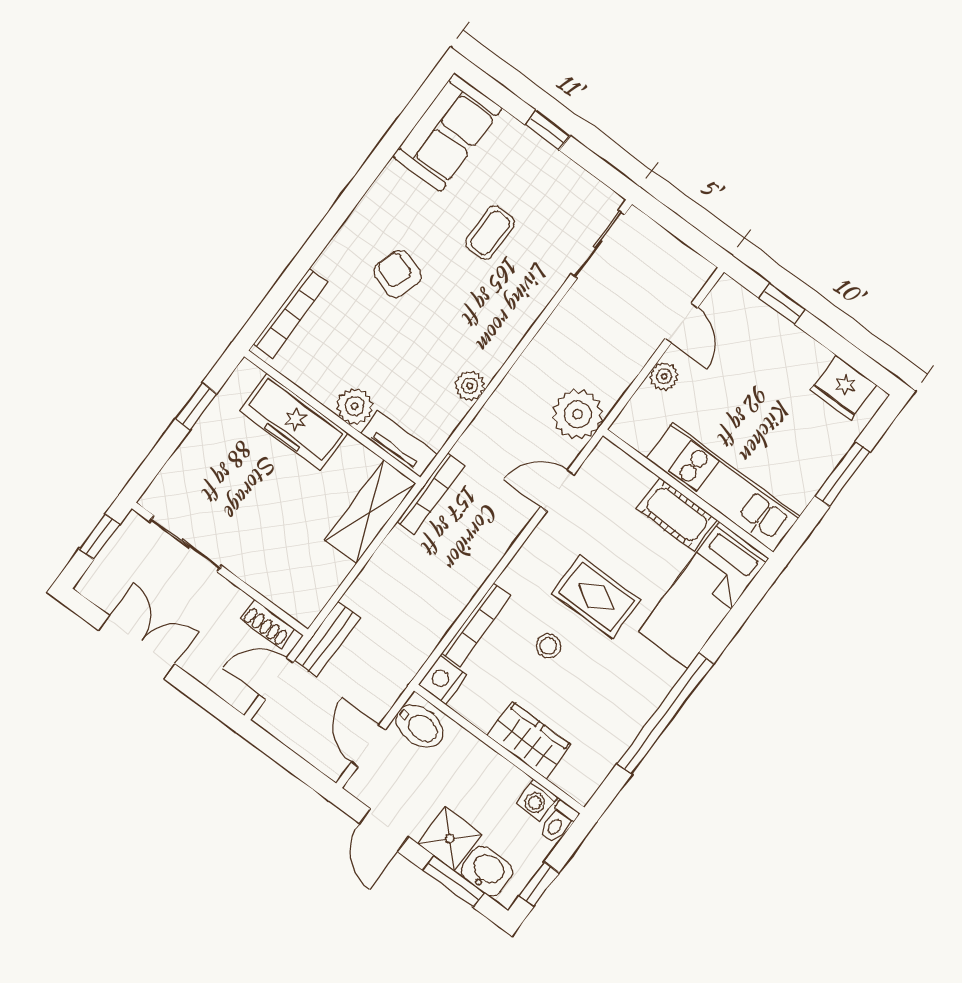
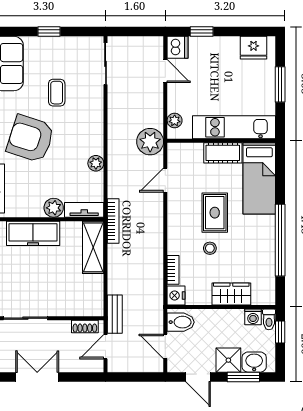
armchair: (397, 274) -> (30, 139), width x1.88, depth x1.88
dishwasher: (727, 300) -> (178, 47), added
plant: (664, 376) -> (175, 120), moved
rug: (596, 597) -> (215, 213), turned 90
bookcase: (476, 625) -> (173, 270), width x0.64
window: (539, 884) -> (280, 332), moved

